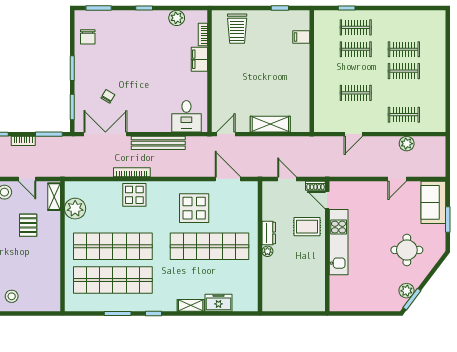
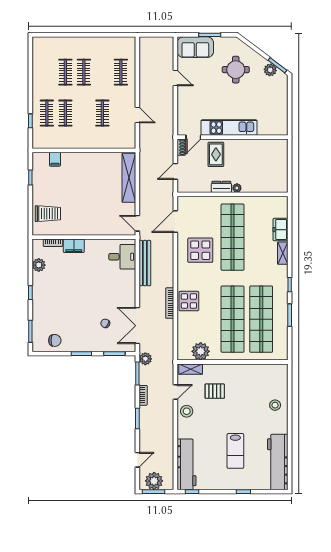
shelving: (270, 124) -> (129, 178), width x1.47
bench: (158, 143) -> (145, 263), moved
plant: (407, 144) -> (145, 359), moved

